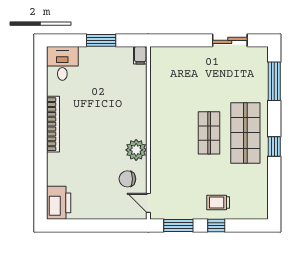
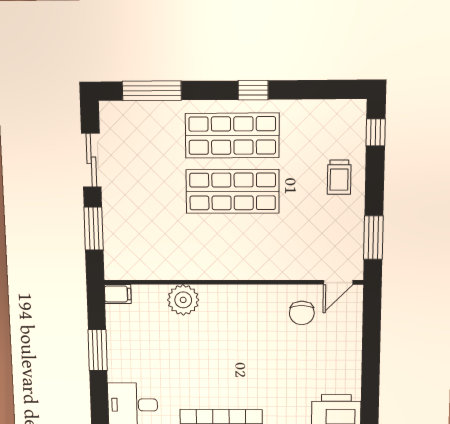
window: (185, 40) -> (94, 229), added
shop shelf: (209, 133) -> (233, 191), width x1.43, depth x1.36
plant: (136, 150) -> (183, 300), moved
window: (216, 226) -> (376, 132), moved

